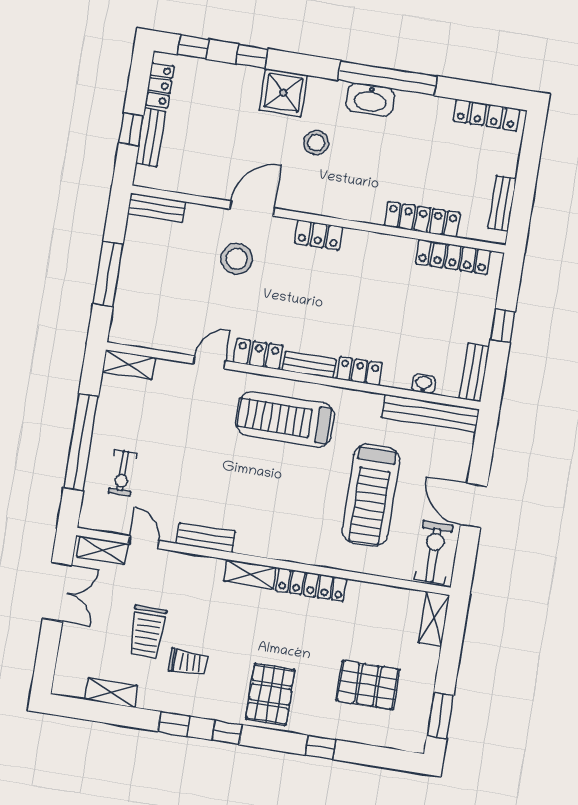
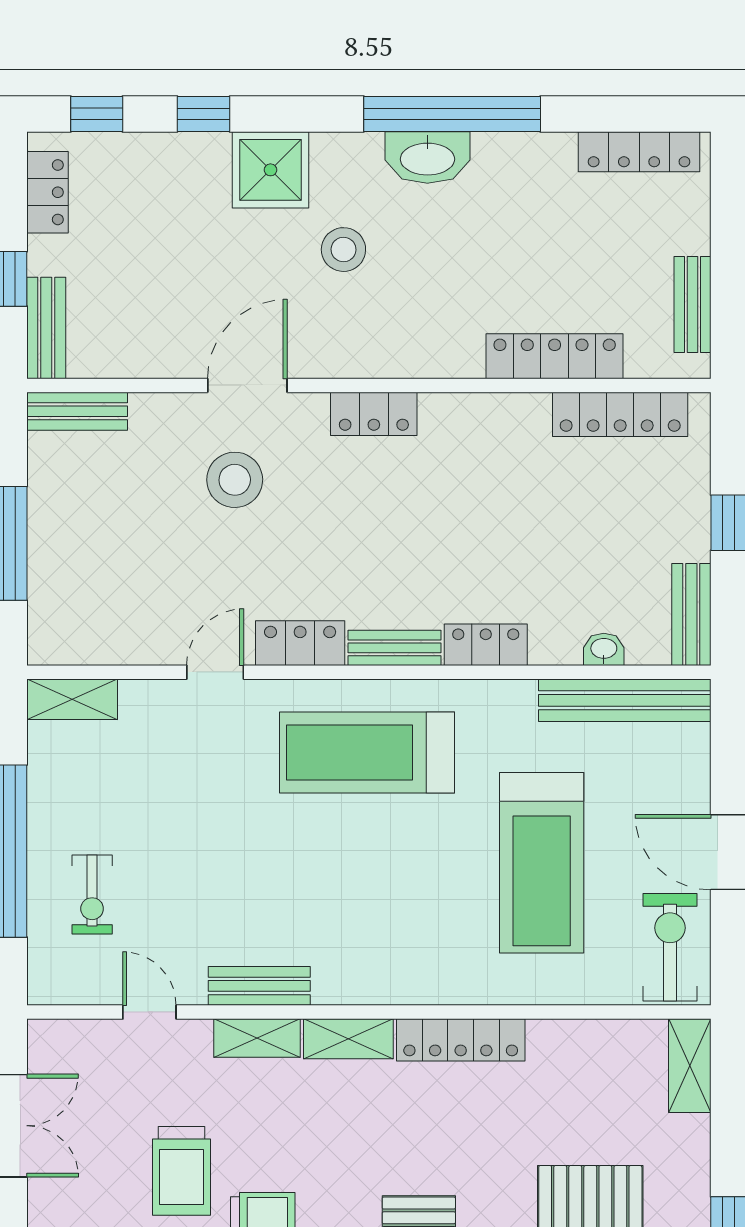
bench: (151, 137) -> (46, 328), moved
shelving: (102, 550) -> (257, 1038), moved

